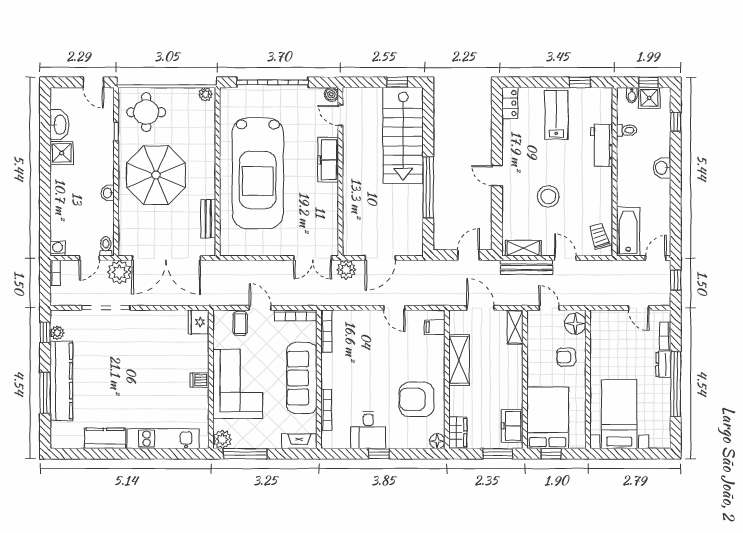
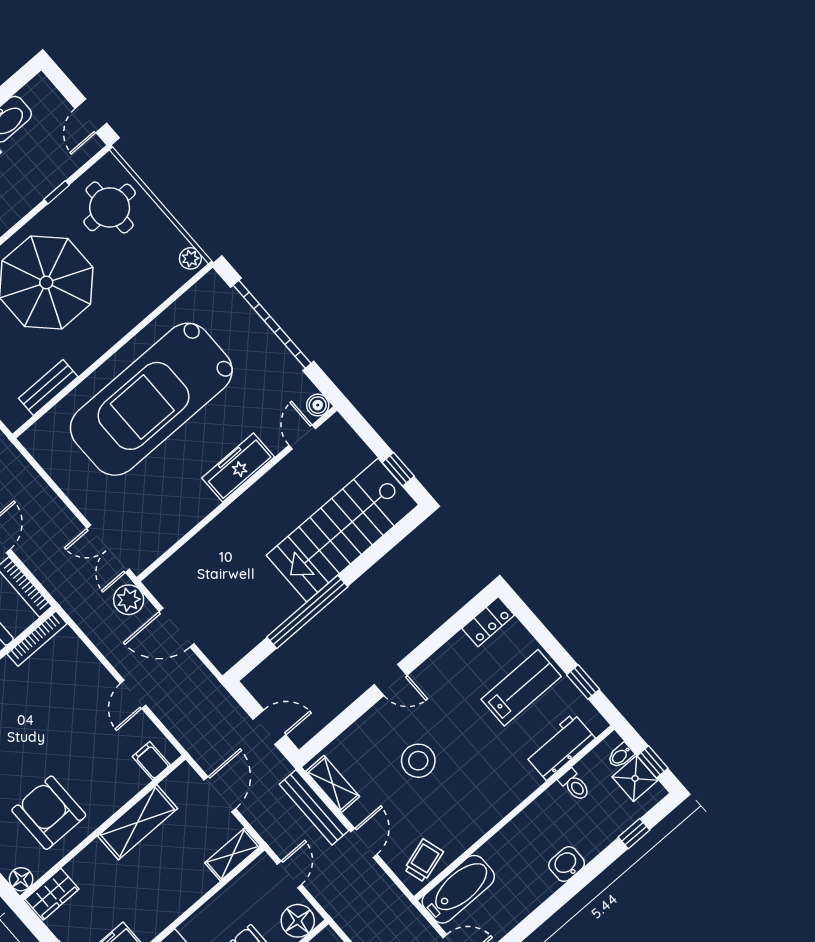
workbench: (602, 145) -> (560, 747), moved
door: (497, 176) -> (391, 680), swing flipped

